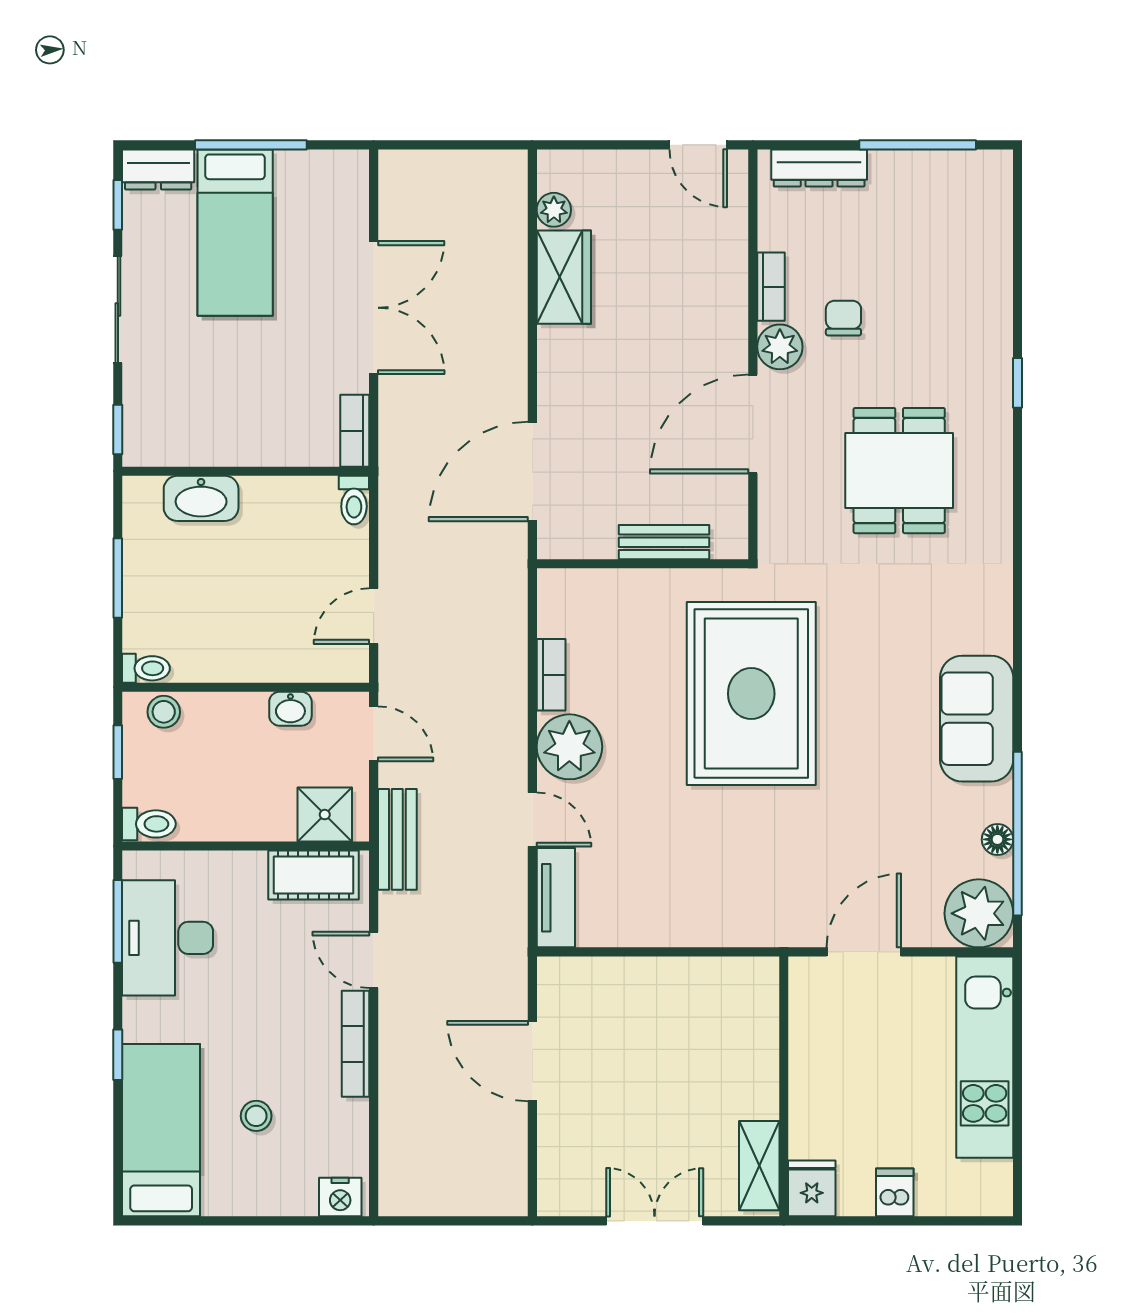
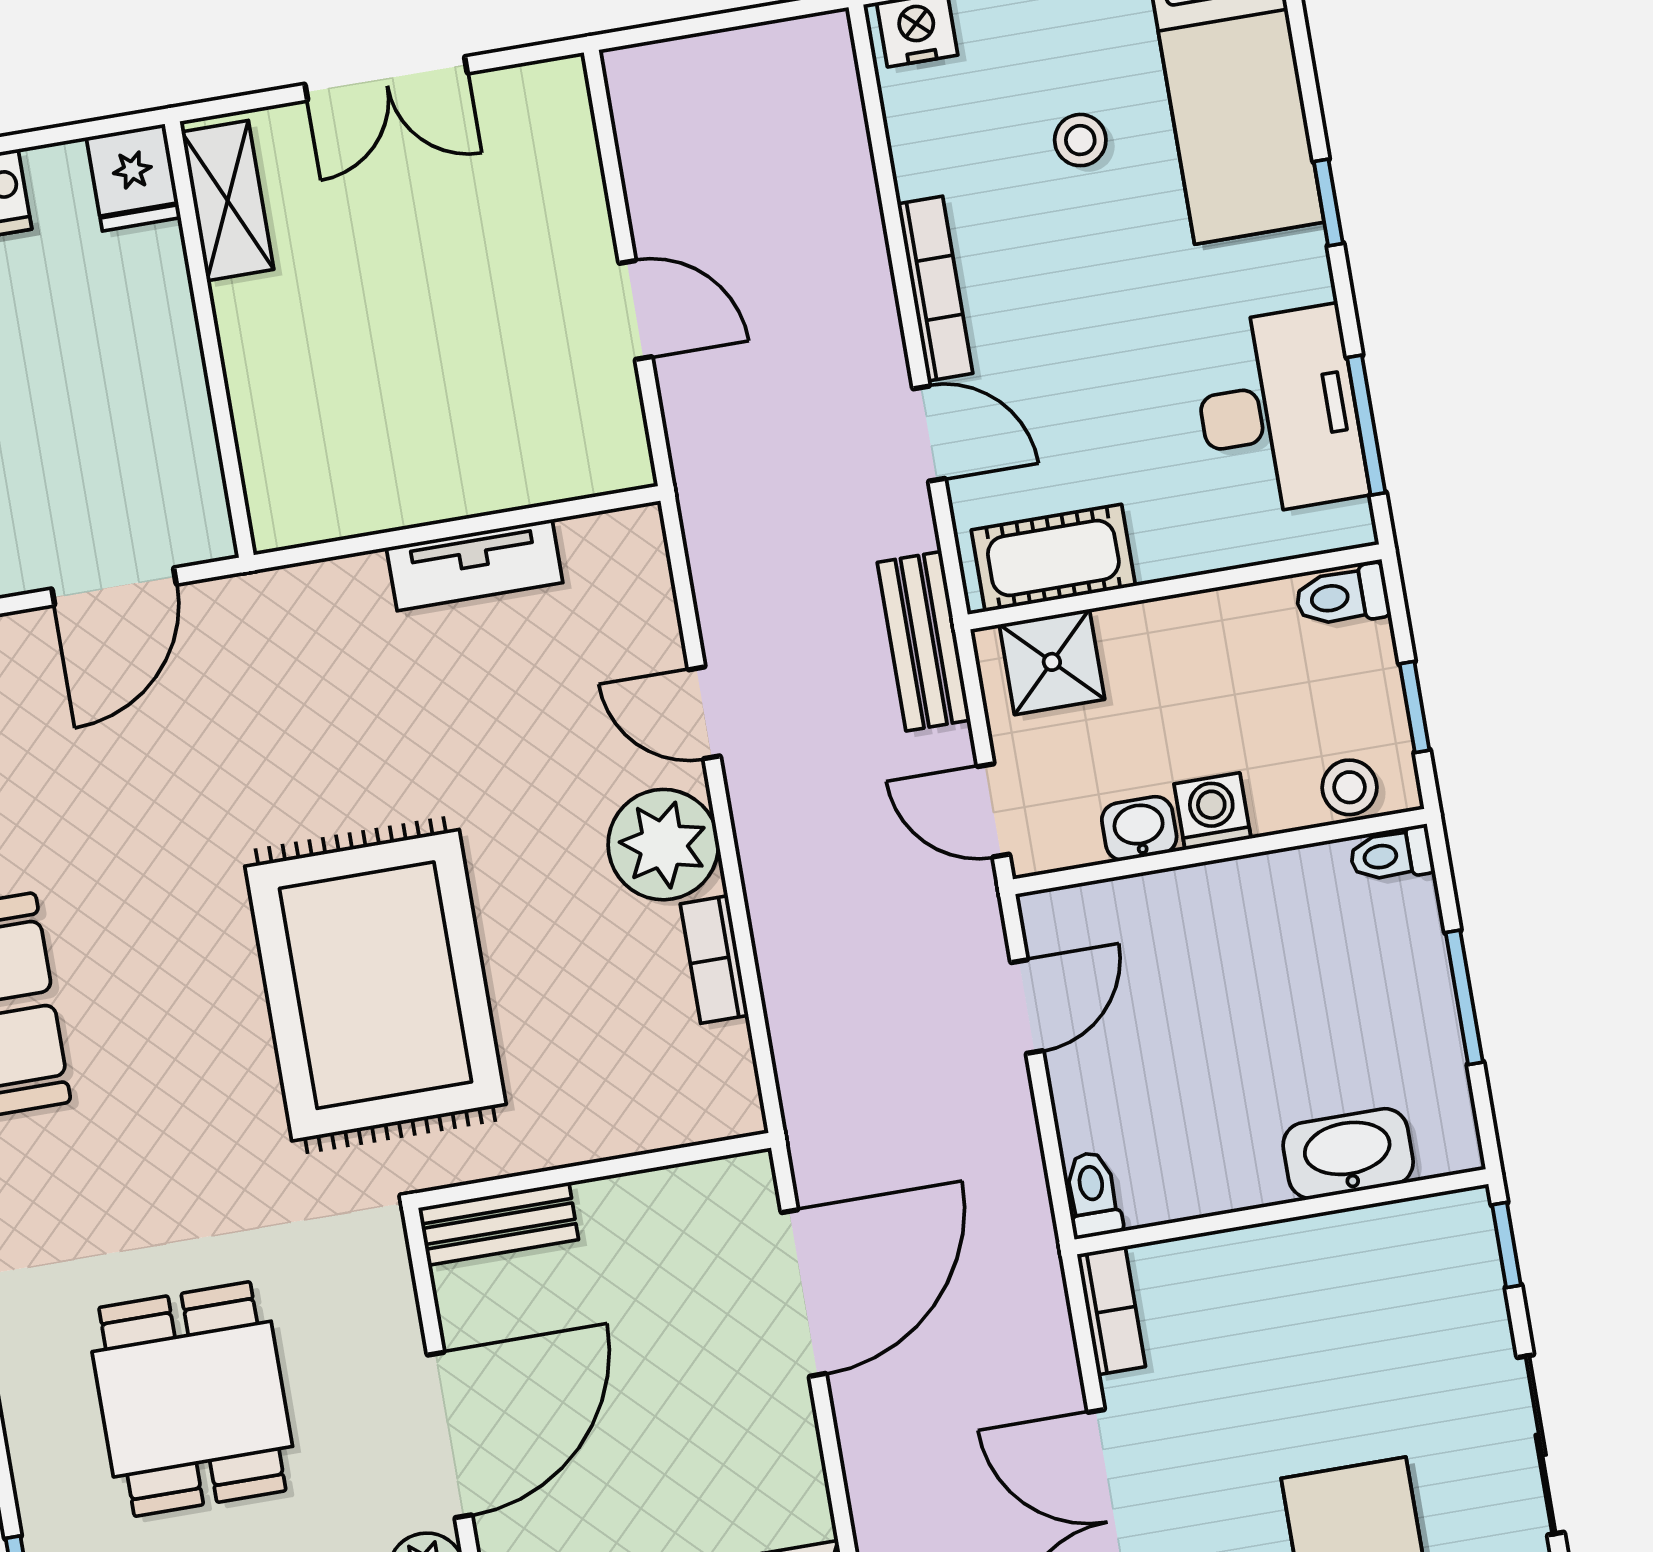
bench: (664, 542) -> (498, 1224), moved
washing machine: (246, 711) -> (1212, 811), added
tv unit: (556, 898) -> (475, 565), moved, turned -90
door: (532, 1061) -> (635, 310), width x0.73

